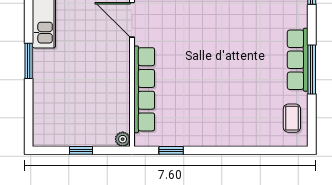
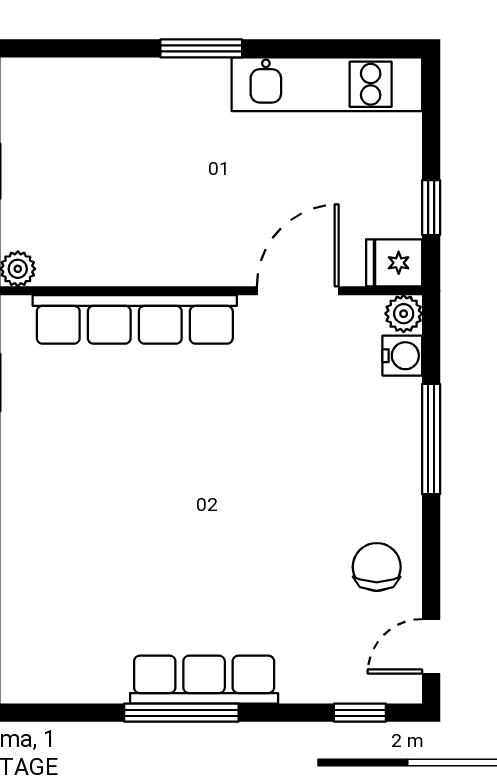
coffee table: (292, 118) -> (67, 666), removed

